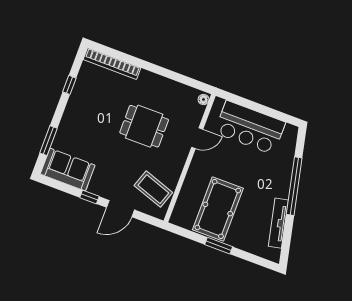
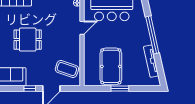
dining table: (144, 126) -> (28, 40), moved

